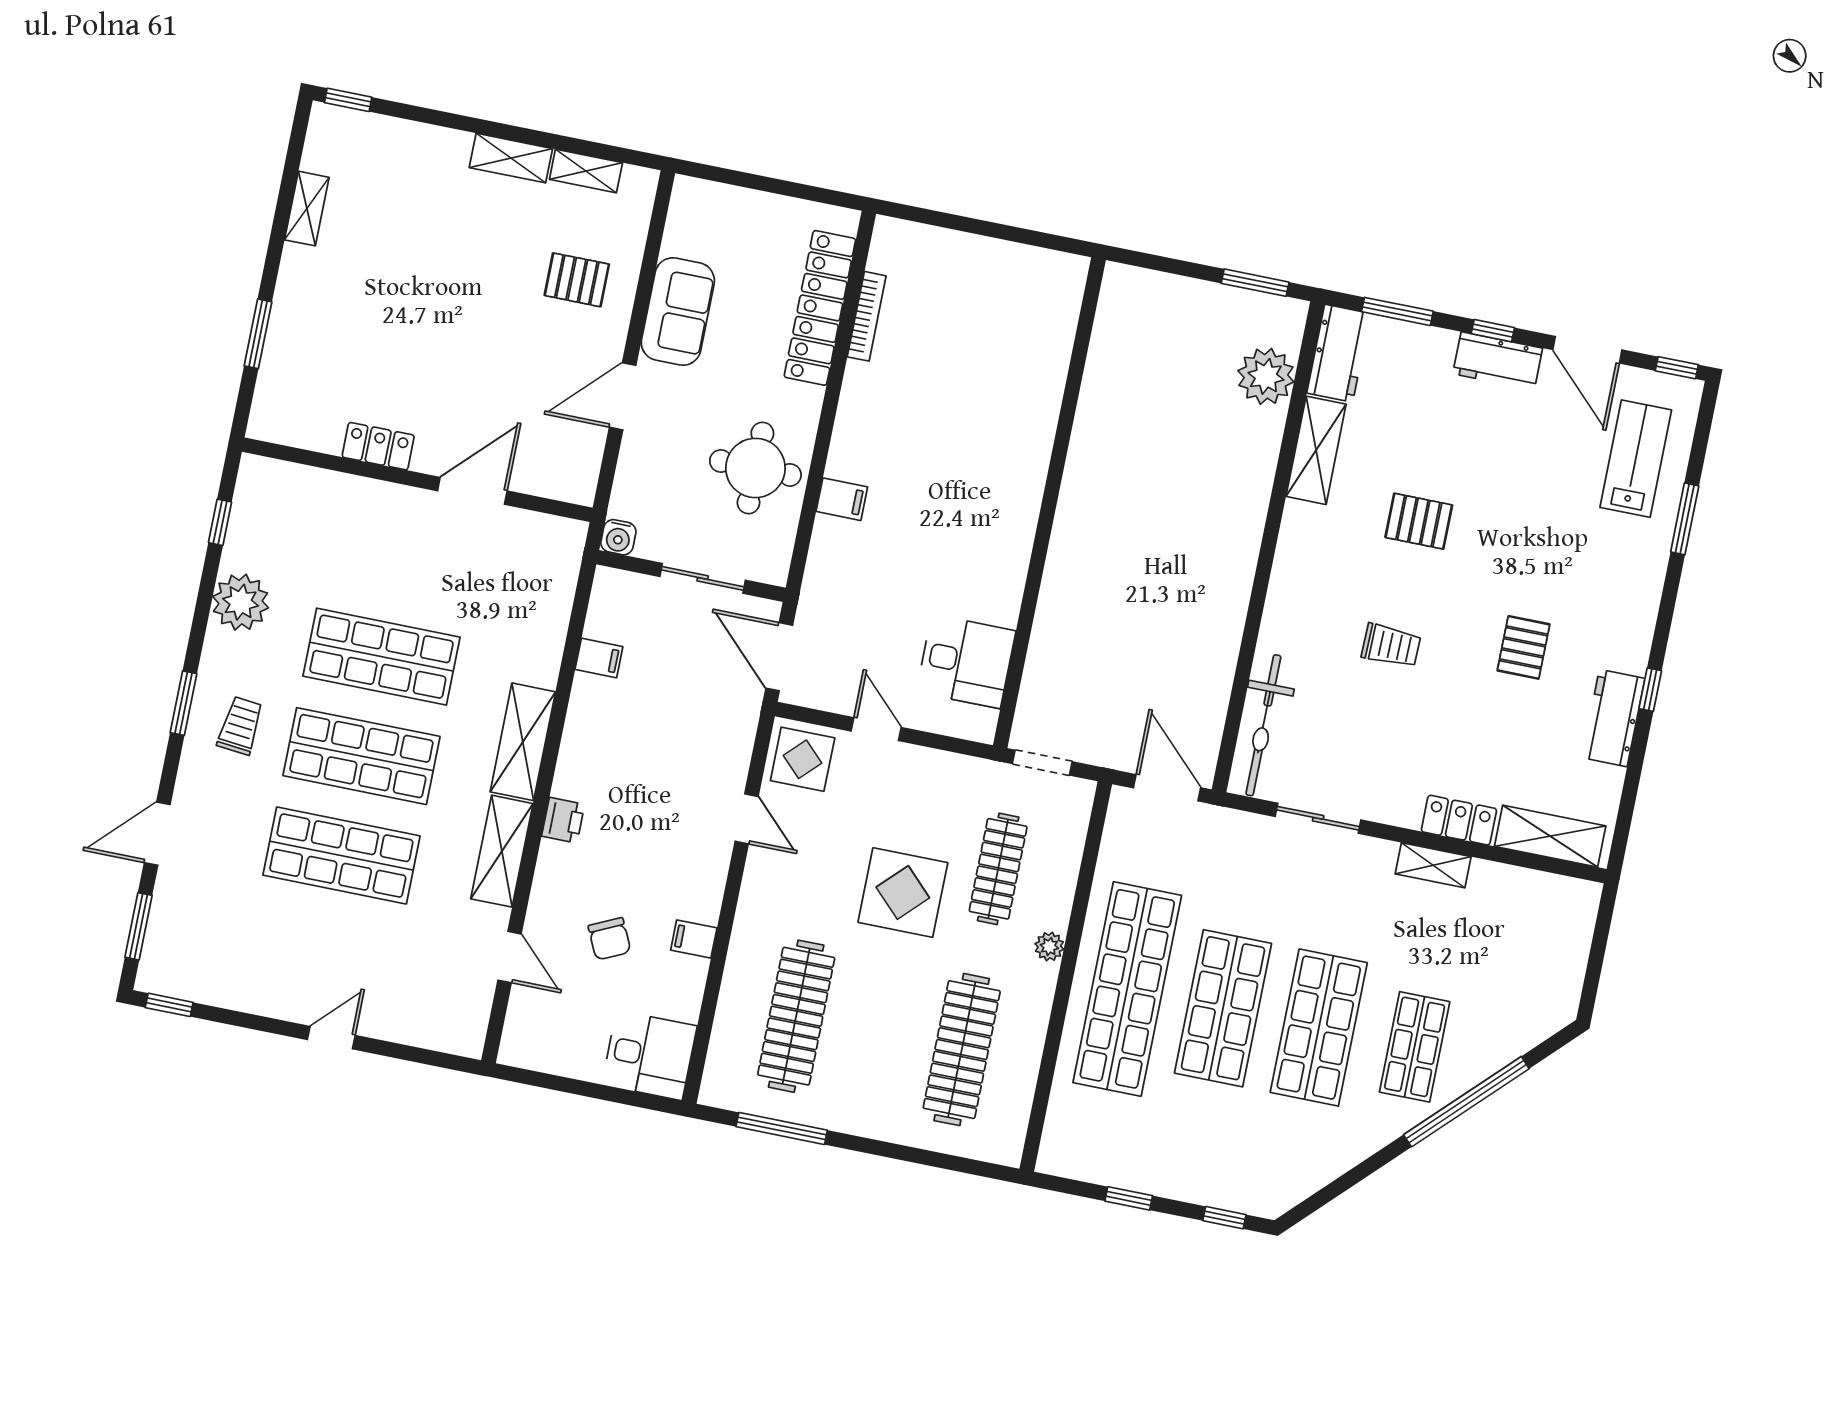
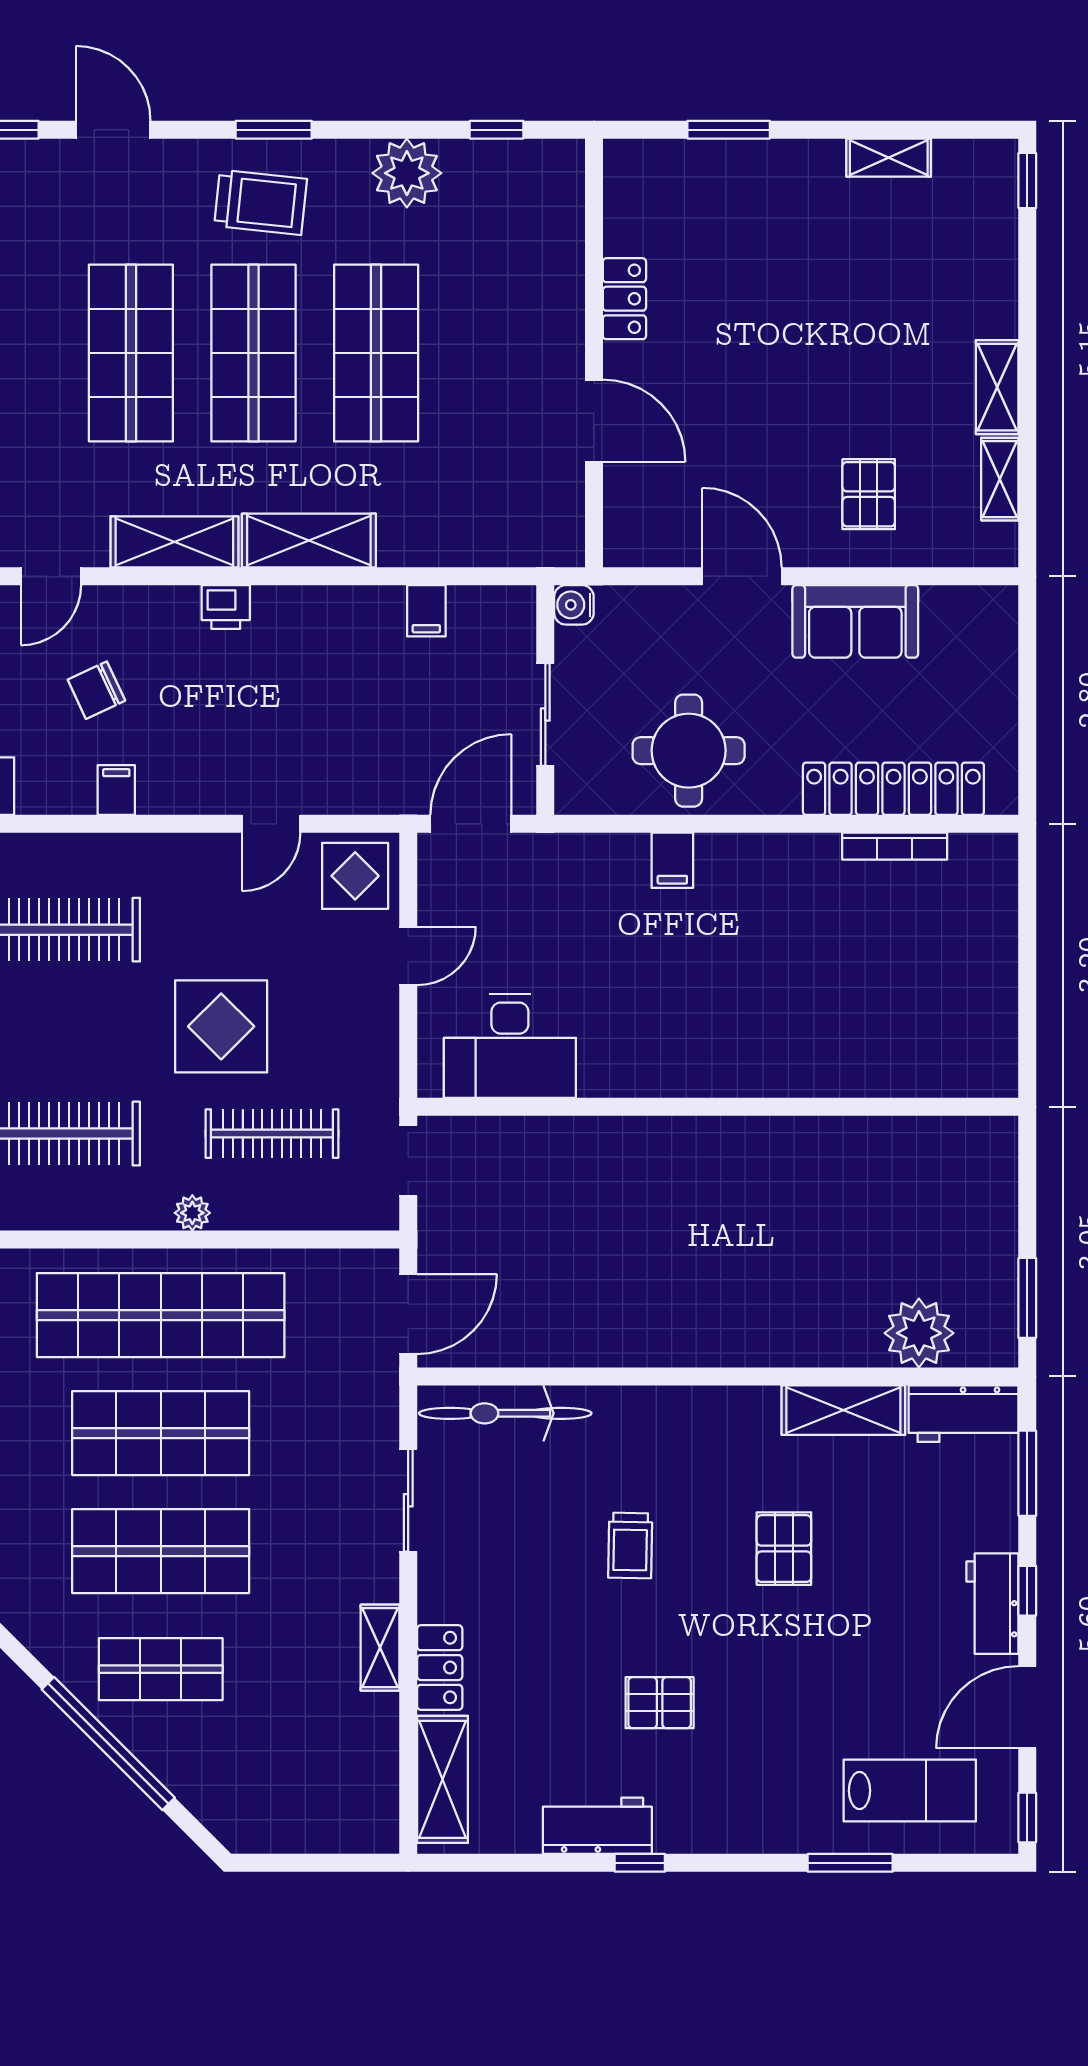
desk: (966, 661) -> (510, 1046), width x1.37
trolley: (240, 726) -> (261, 202), width x1.36, depth x1.39

